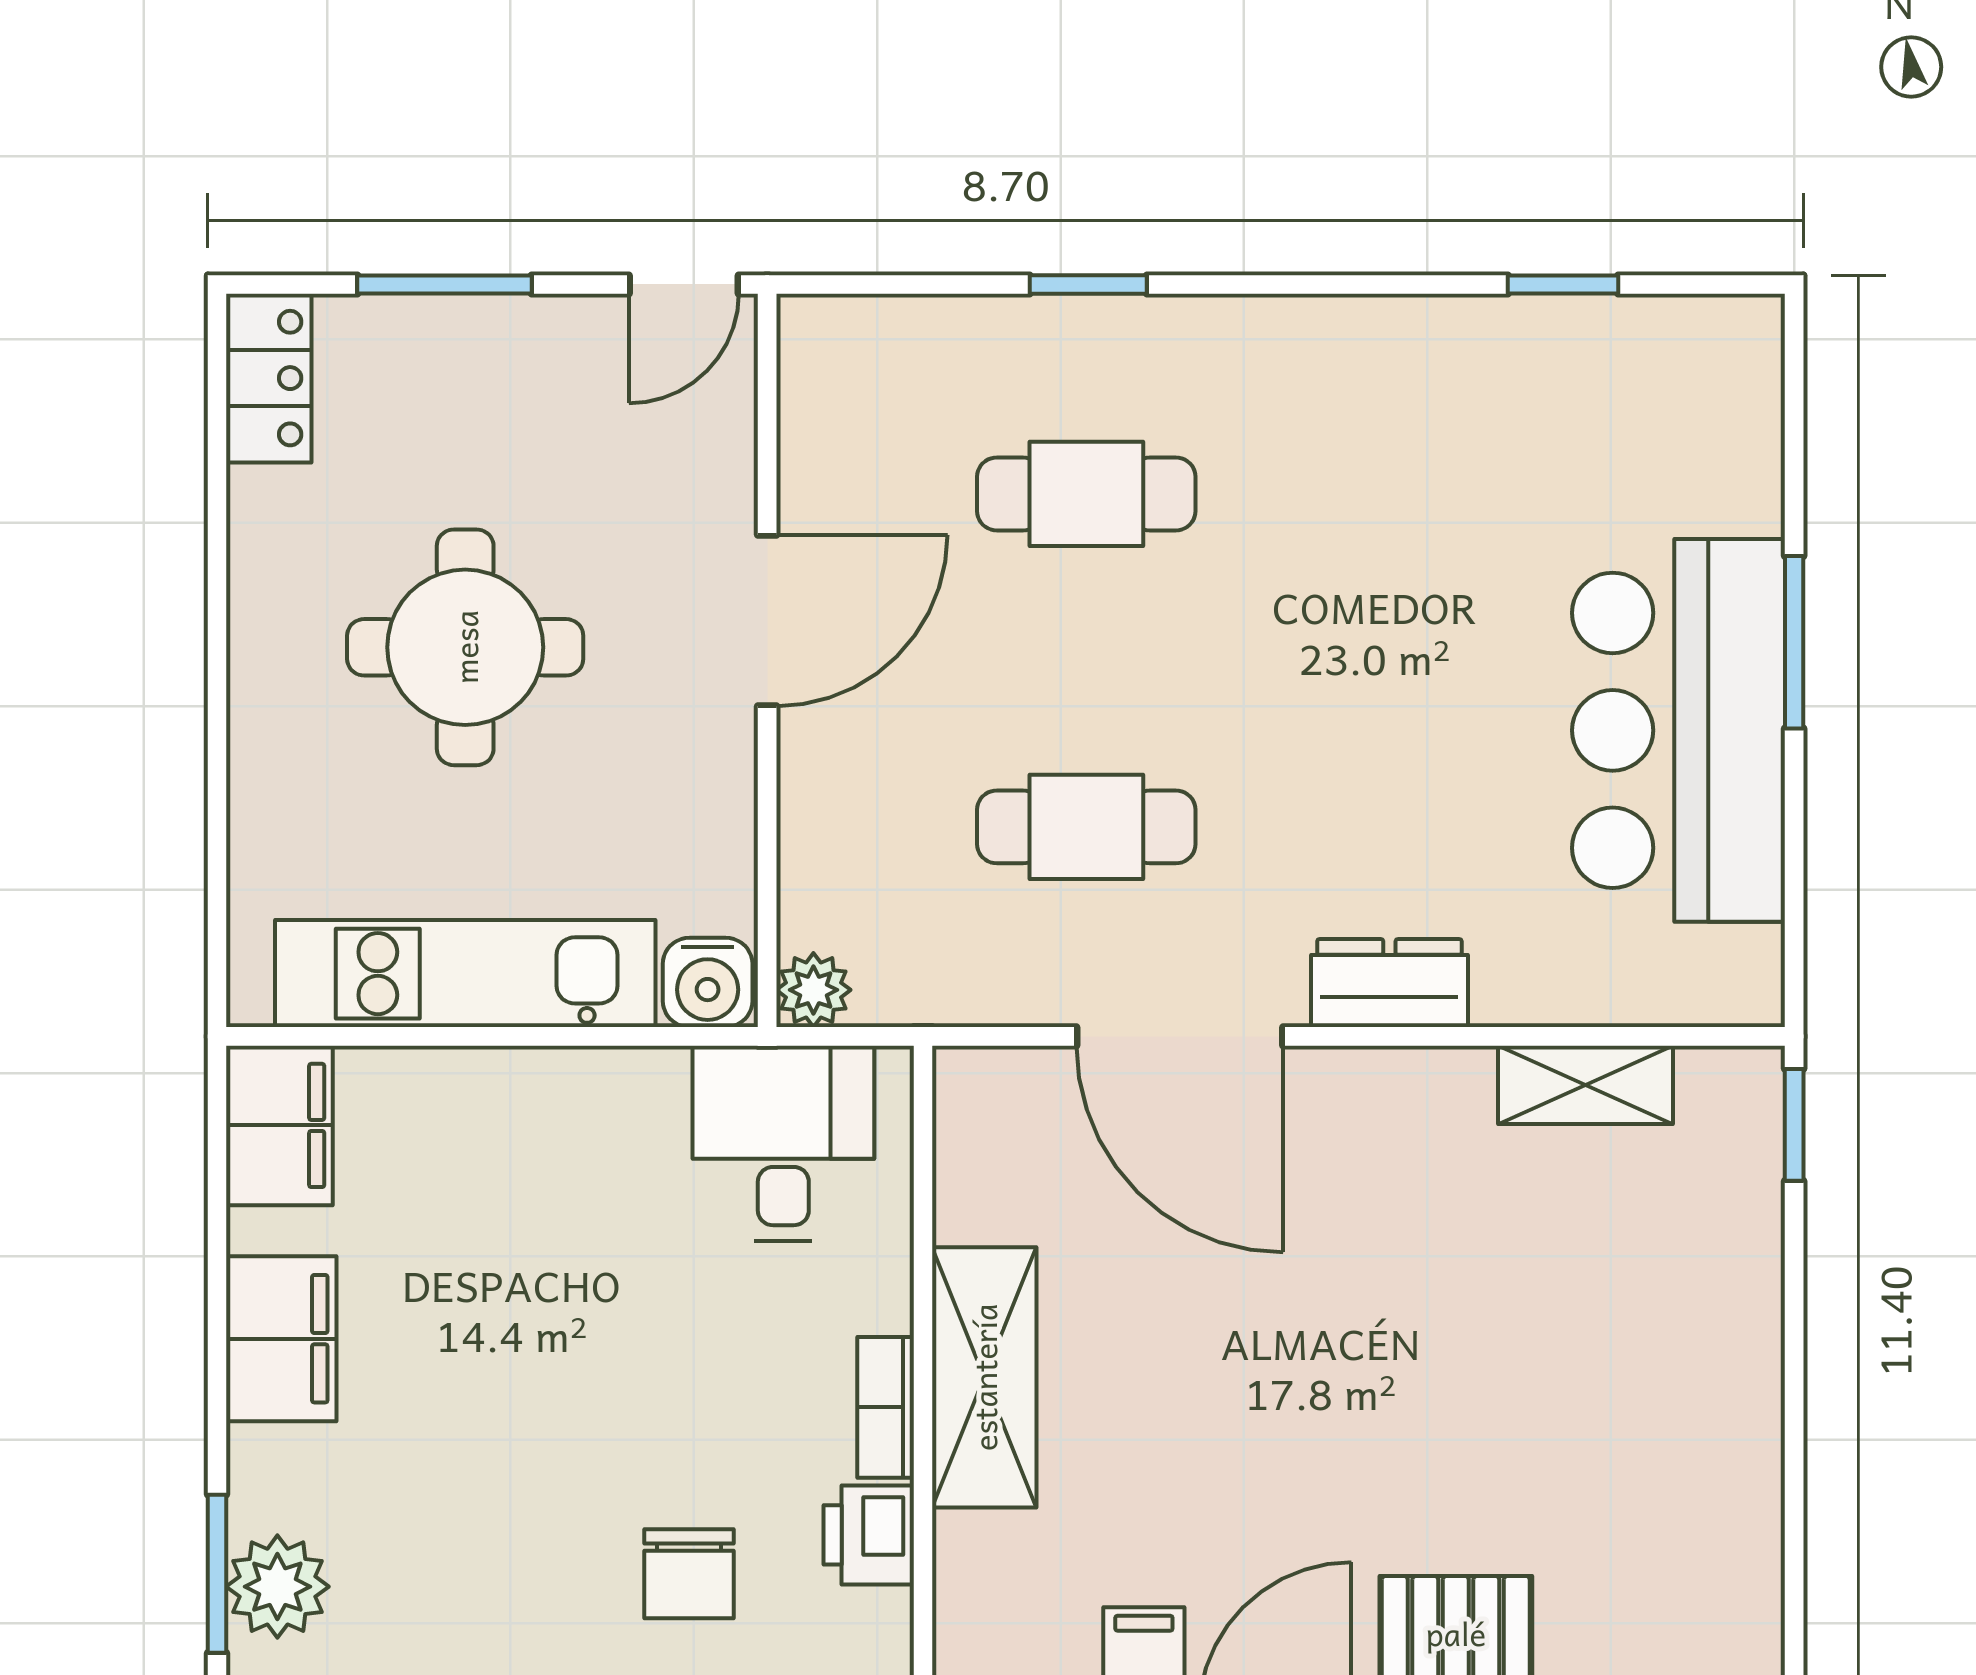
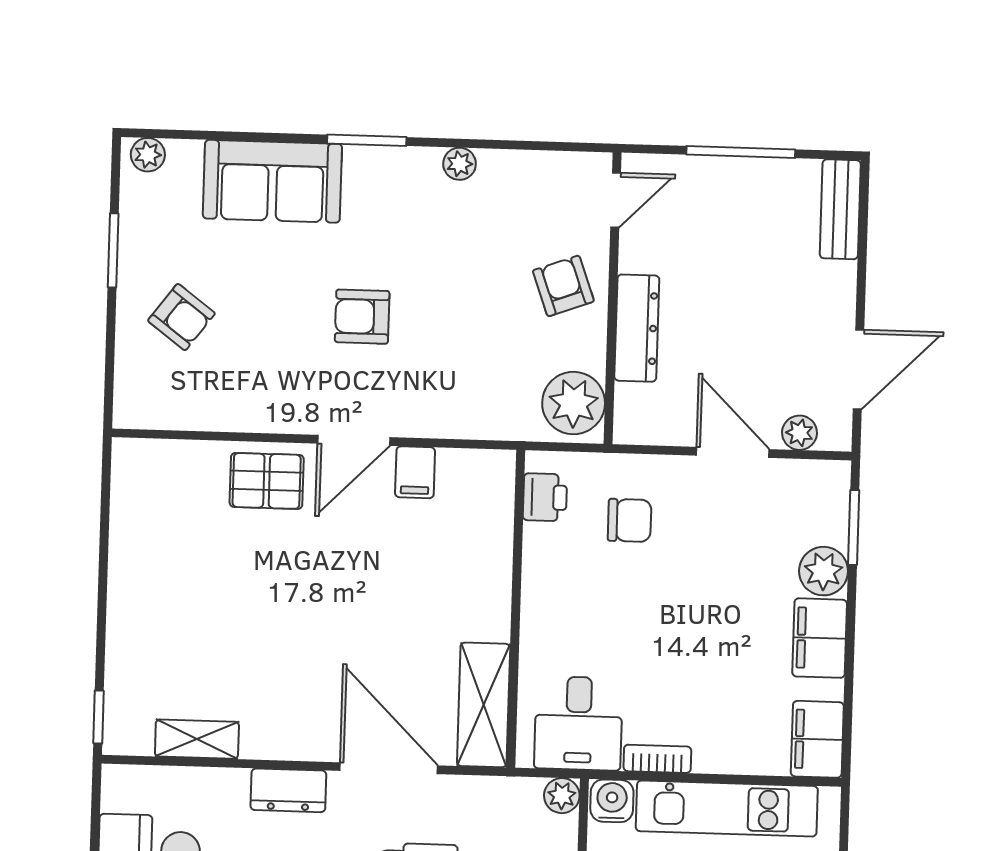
shelving: (984, 1377) -> (484, 705), moved
bookcase: (886, 1407) -> (657, 759), moved, turned -90
printer: (869, 1535) -> (545, 497), moved
chair: (689, 1574) -> (630, 520), turned 90
plant: (277, 1587) -> (823, 571), moved

